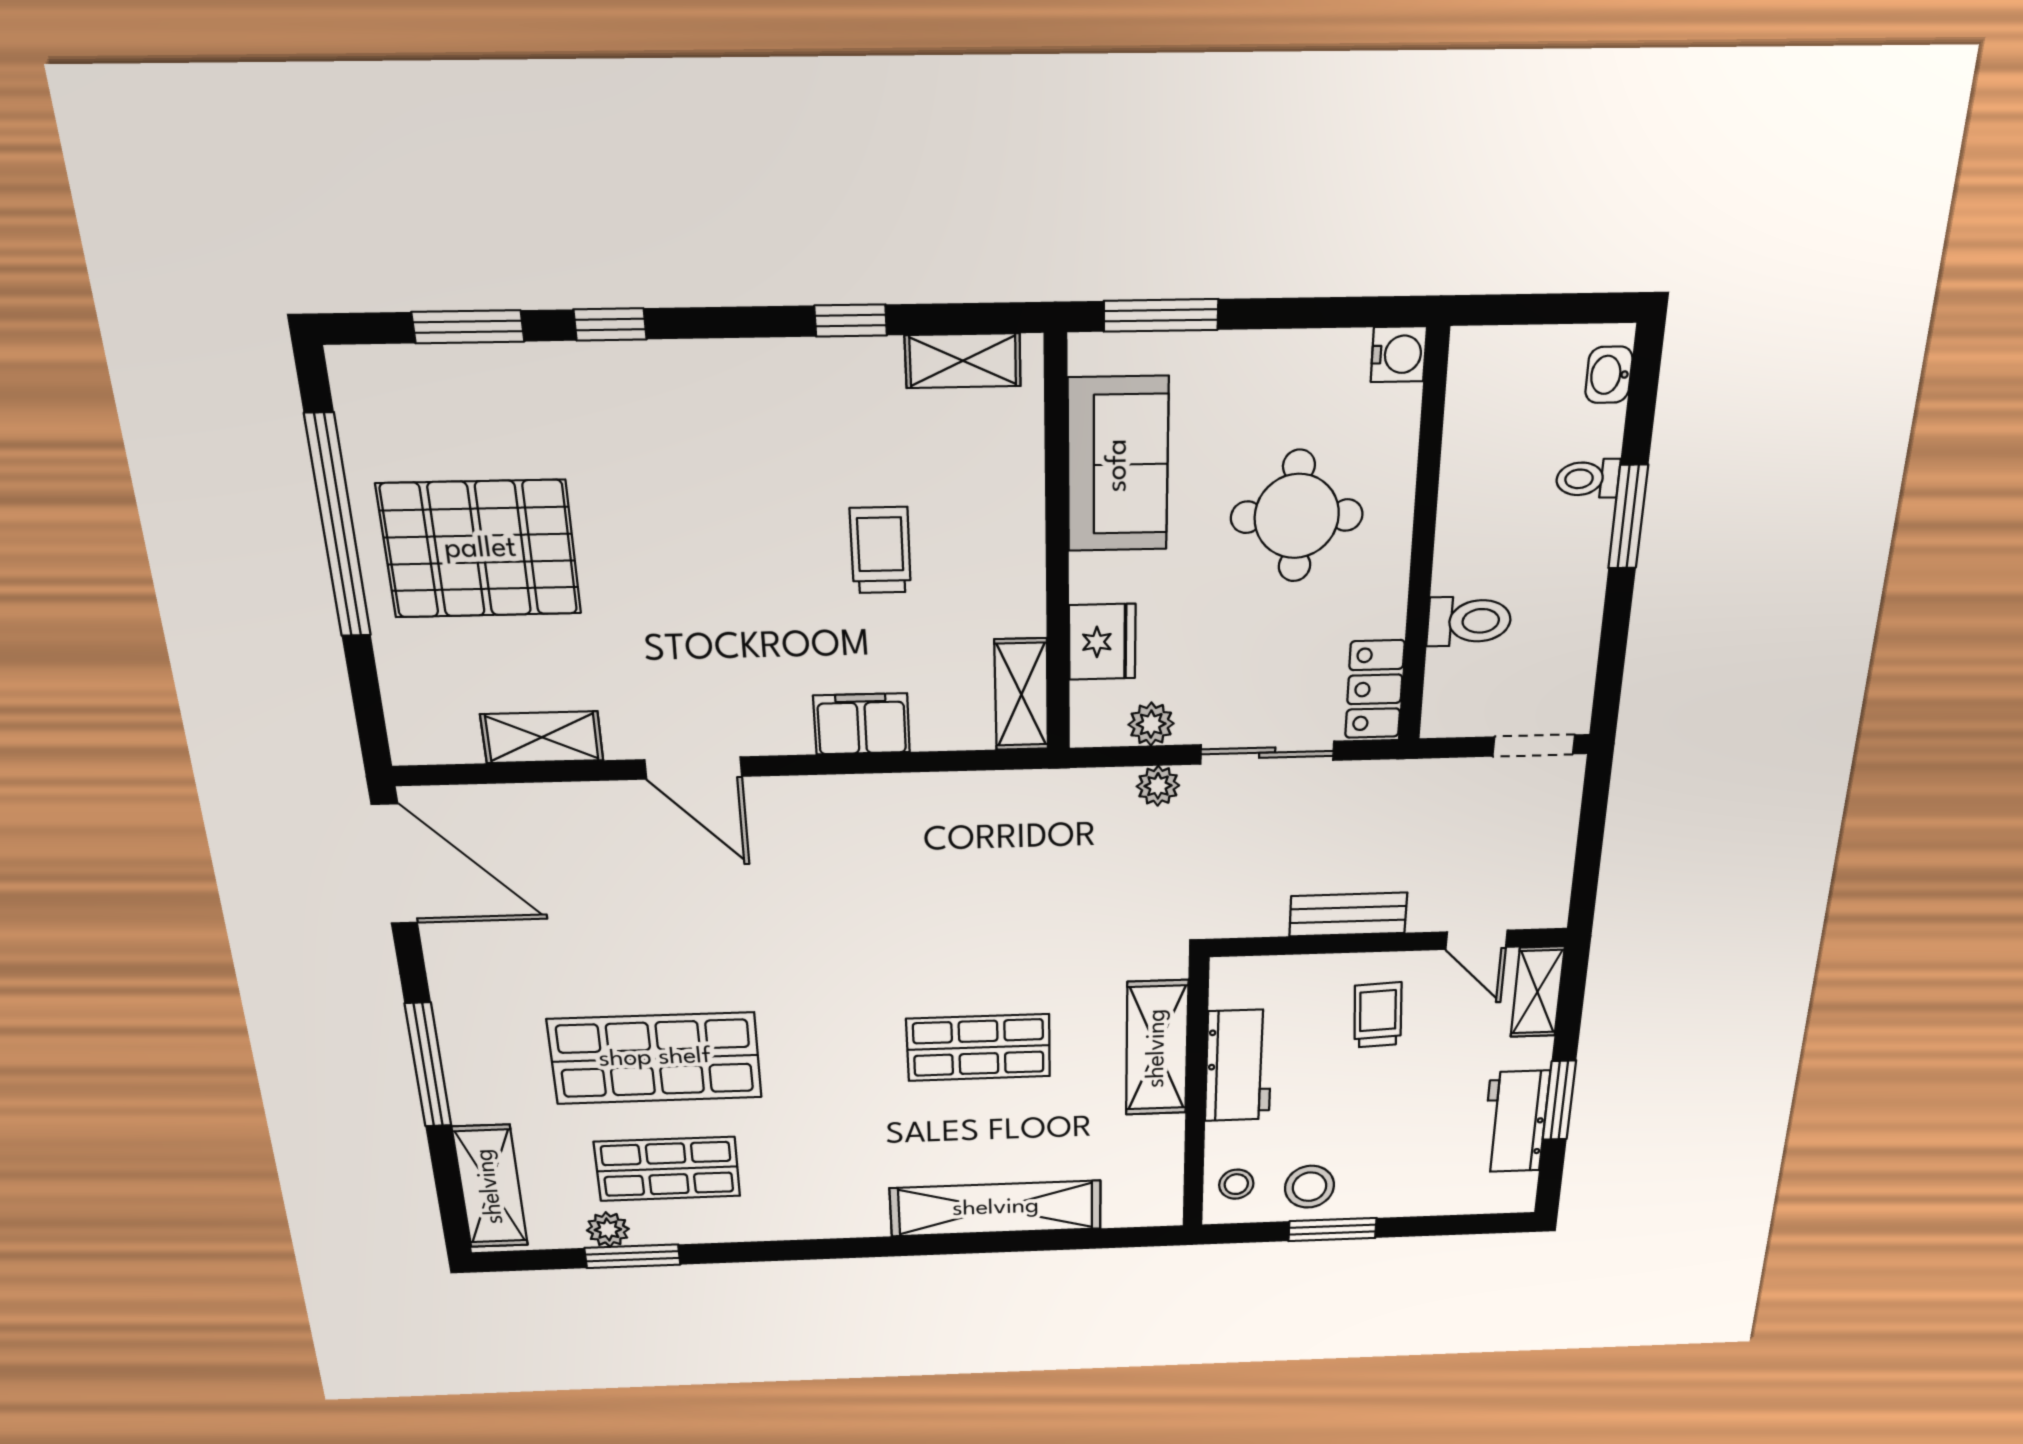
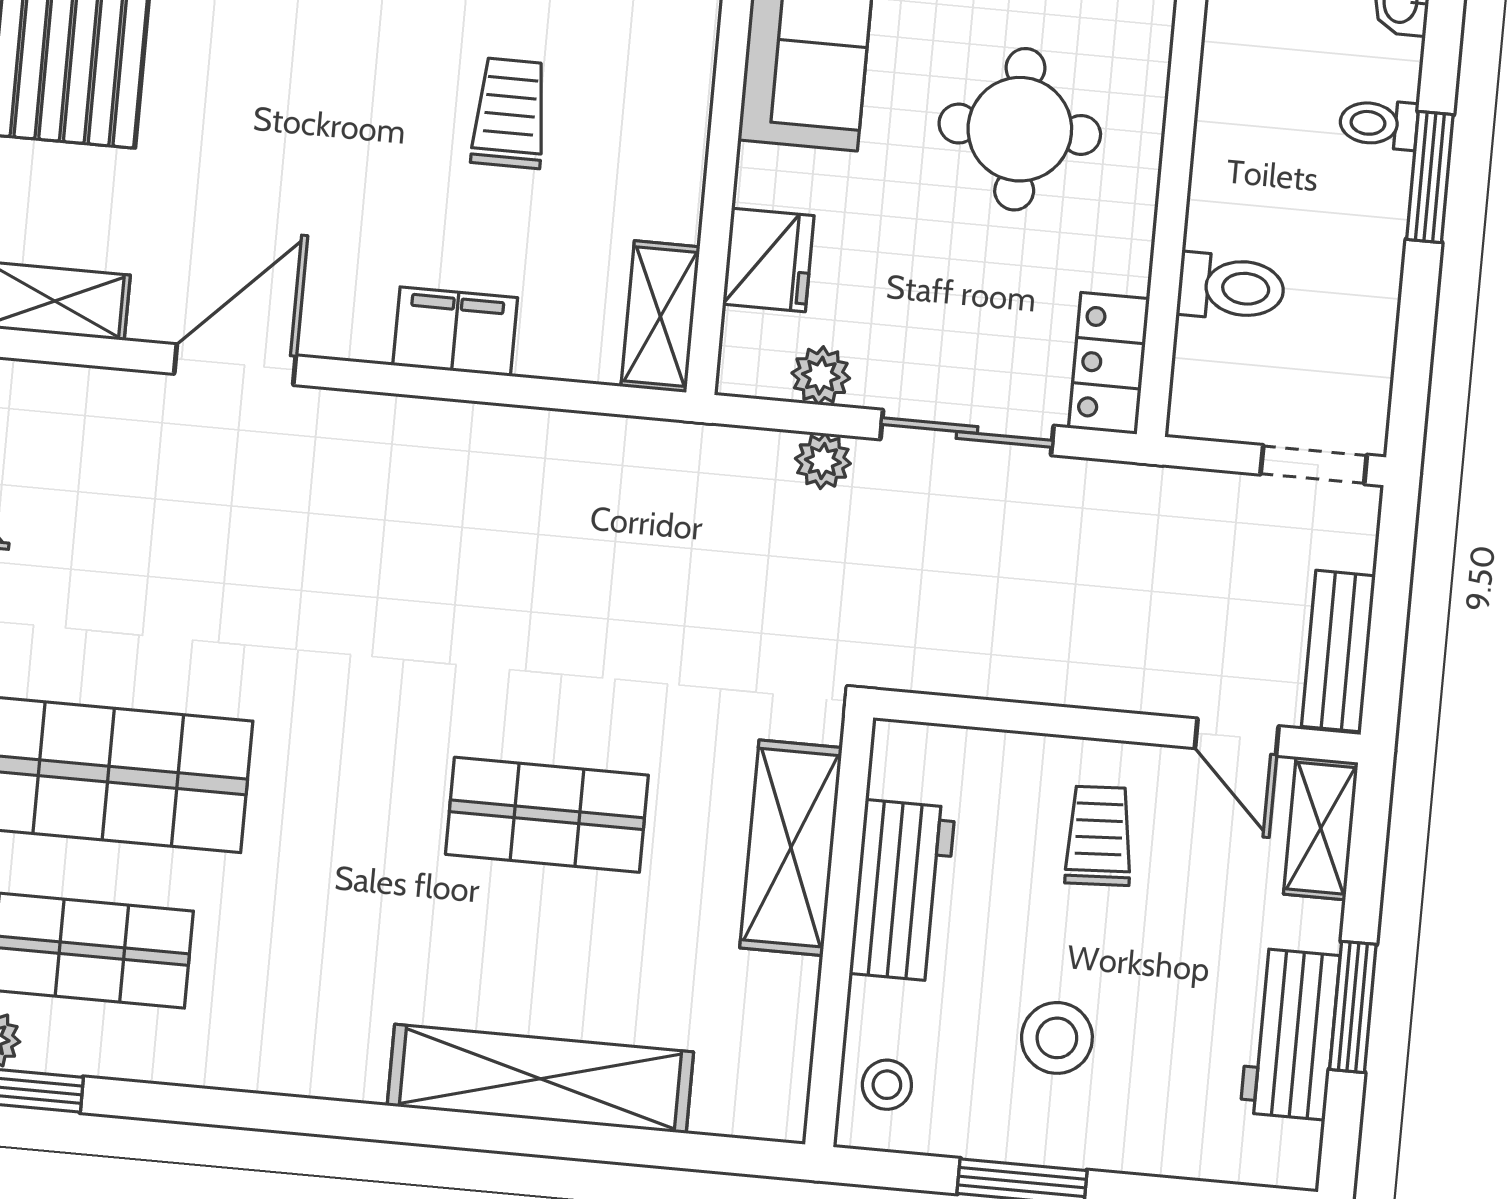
door: (693, 768) -> (235, 365), swing flipped
bench: (1348, 914) -> (1338, 651), moved, turned 90
stool: (1310, 1187) -> (1057, 1038), moved

